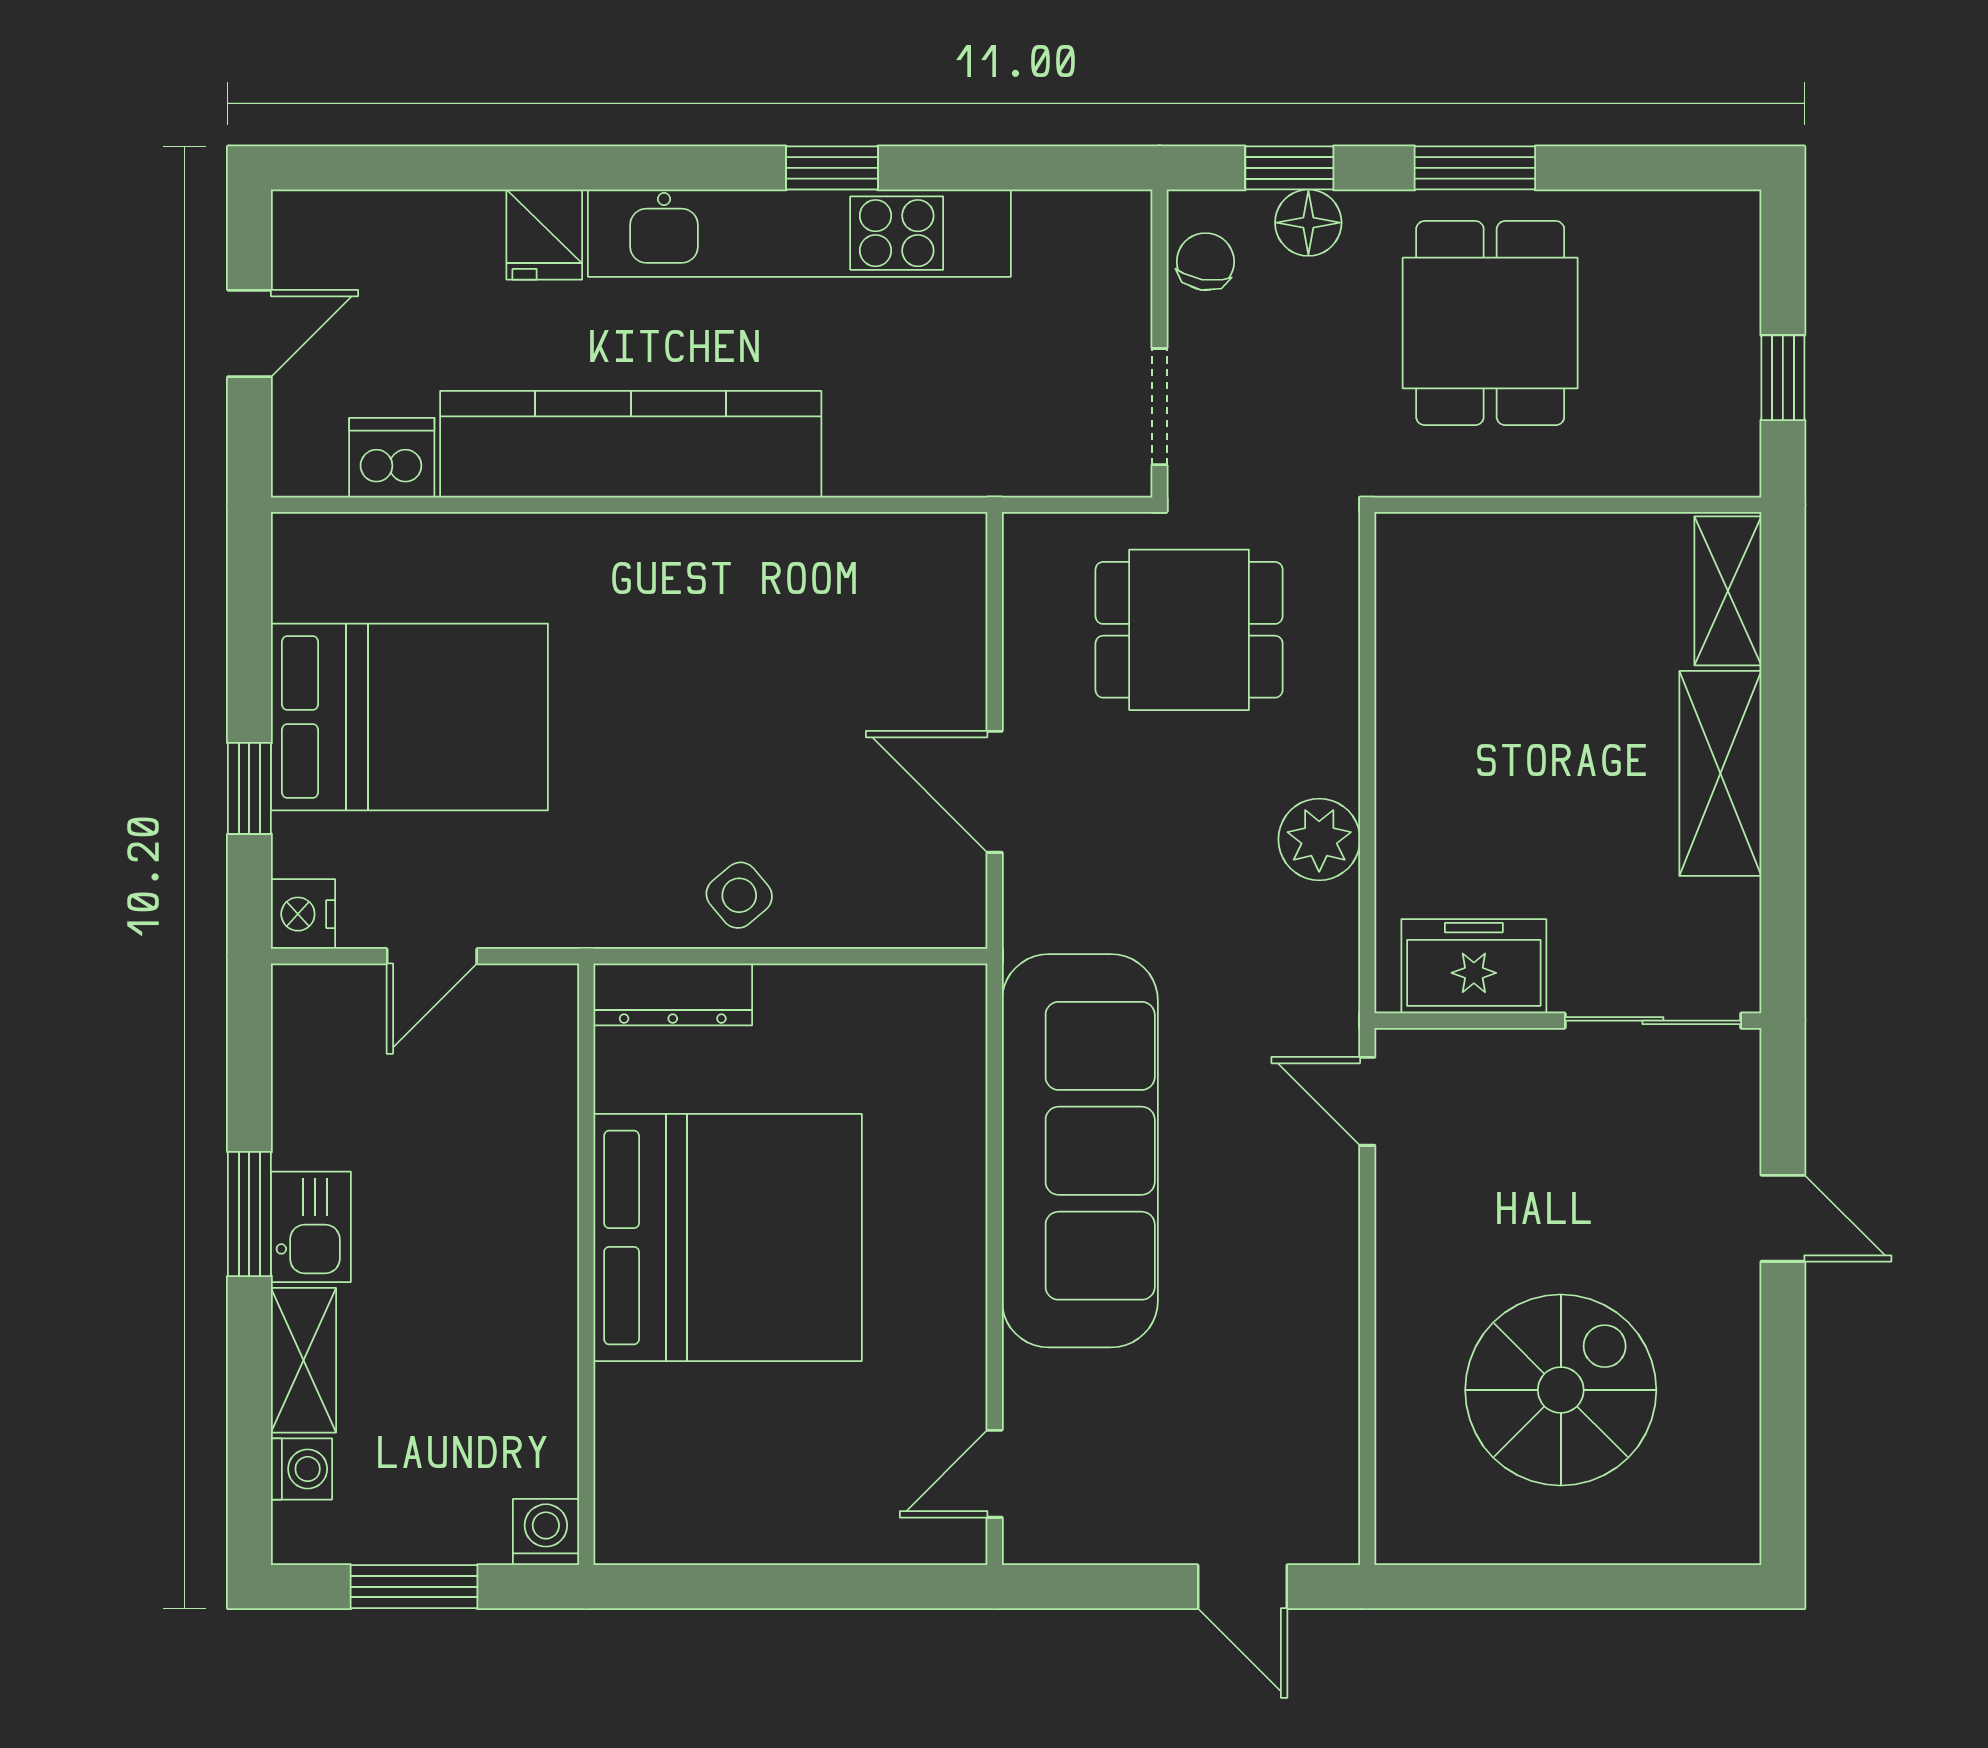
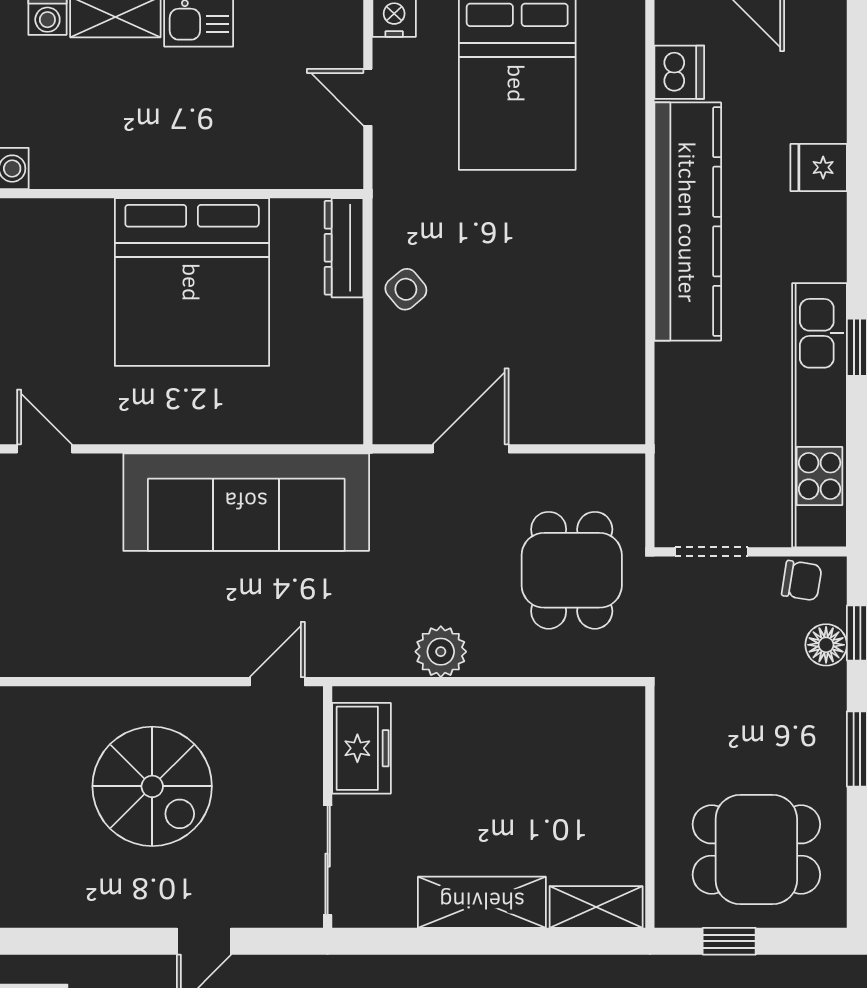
kitchen unit: (799, 233) -> (820, 415), moved
dining table: (1490, 323) -> (756, 850), moved
spiral stairs: (1561, 1390) -> (152, 786), moved

